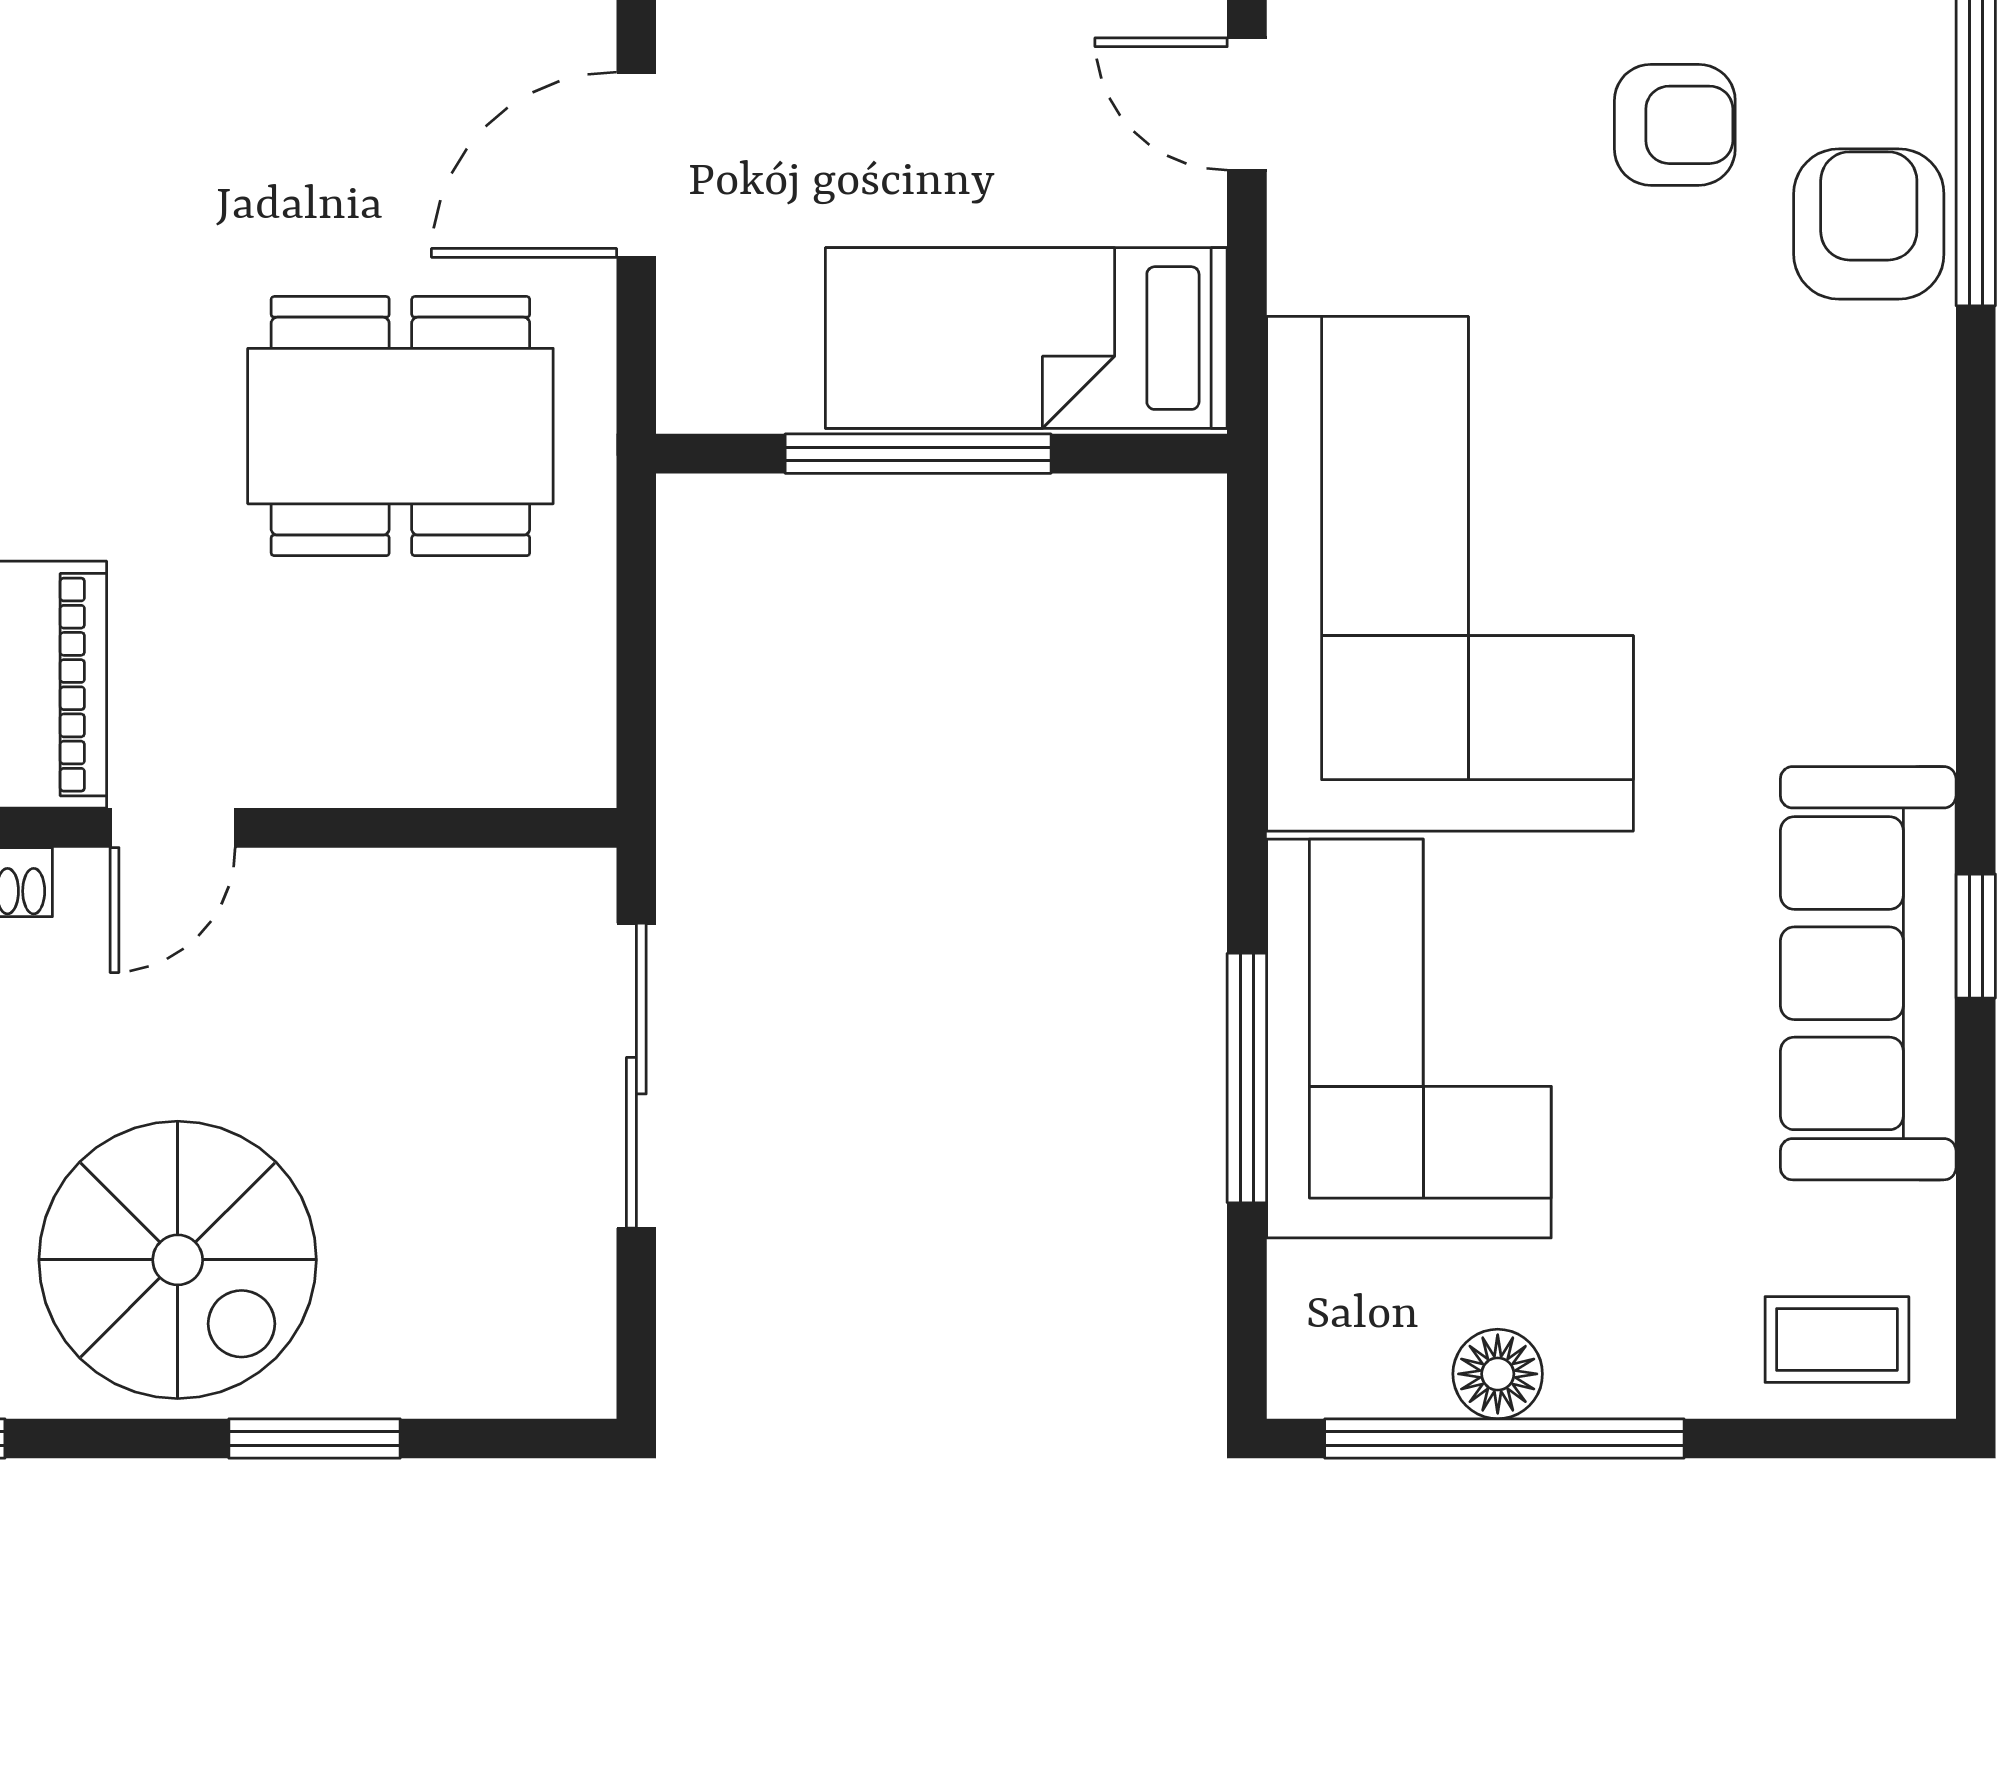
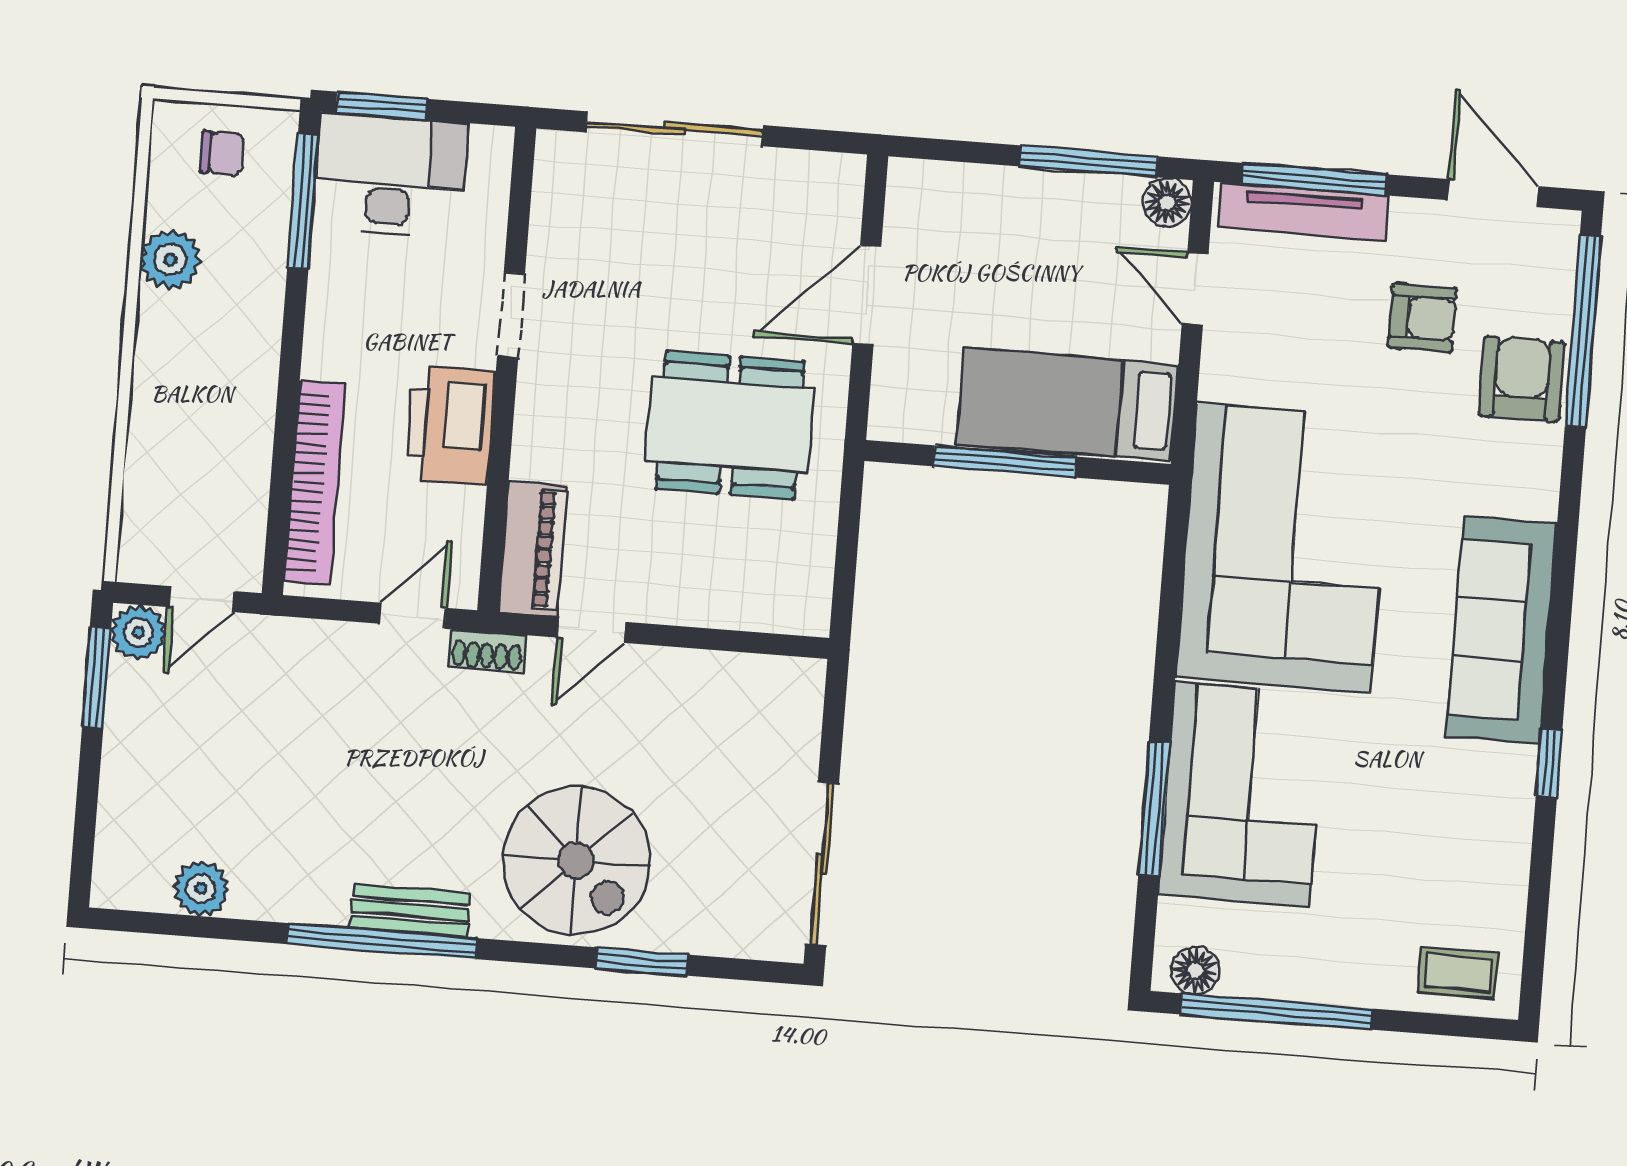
sofa: (1868, 973) -> (1502, 630), moved
sliding door: (636, 1076) -> (822, 864), moved
floor lamp: (1498, 1374) -> (1195, 970), moved

